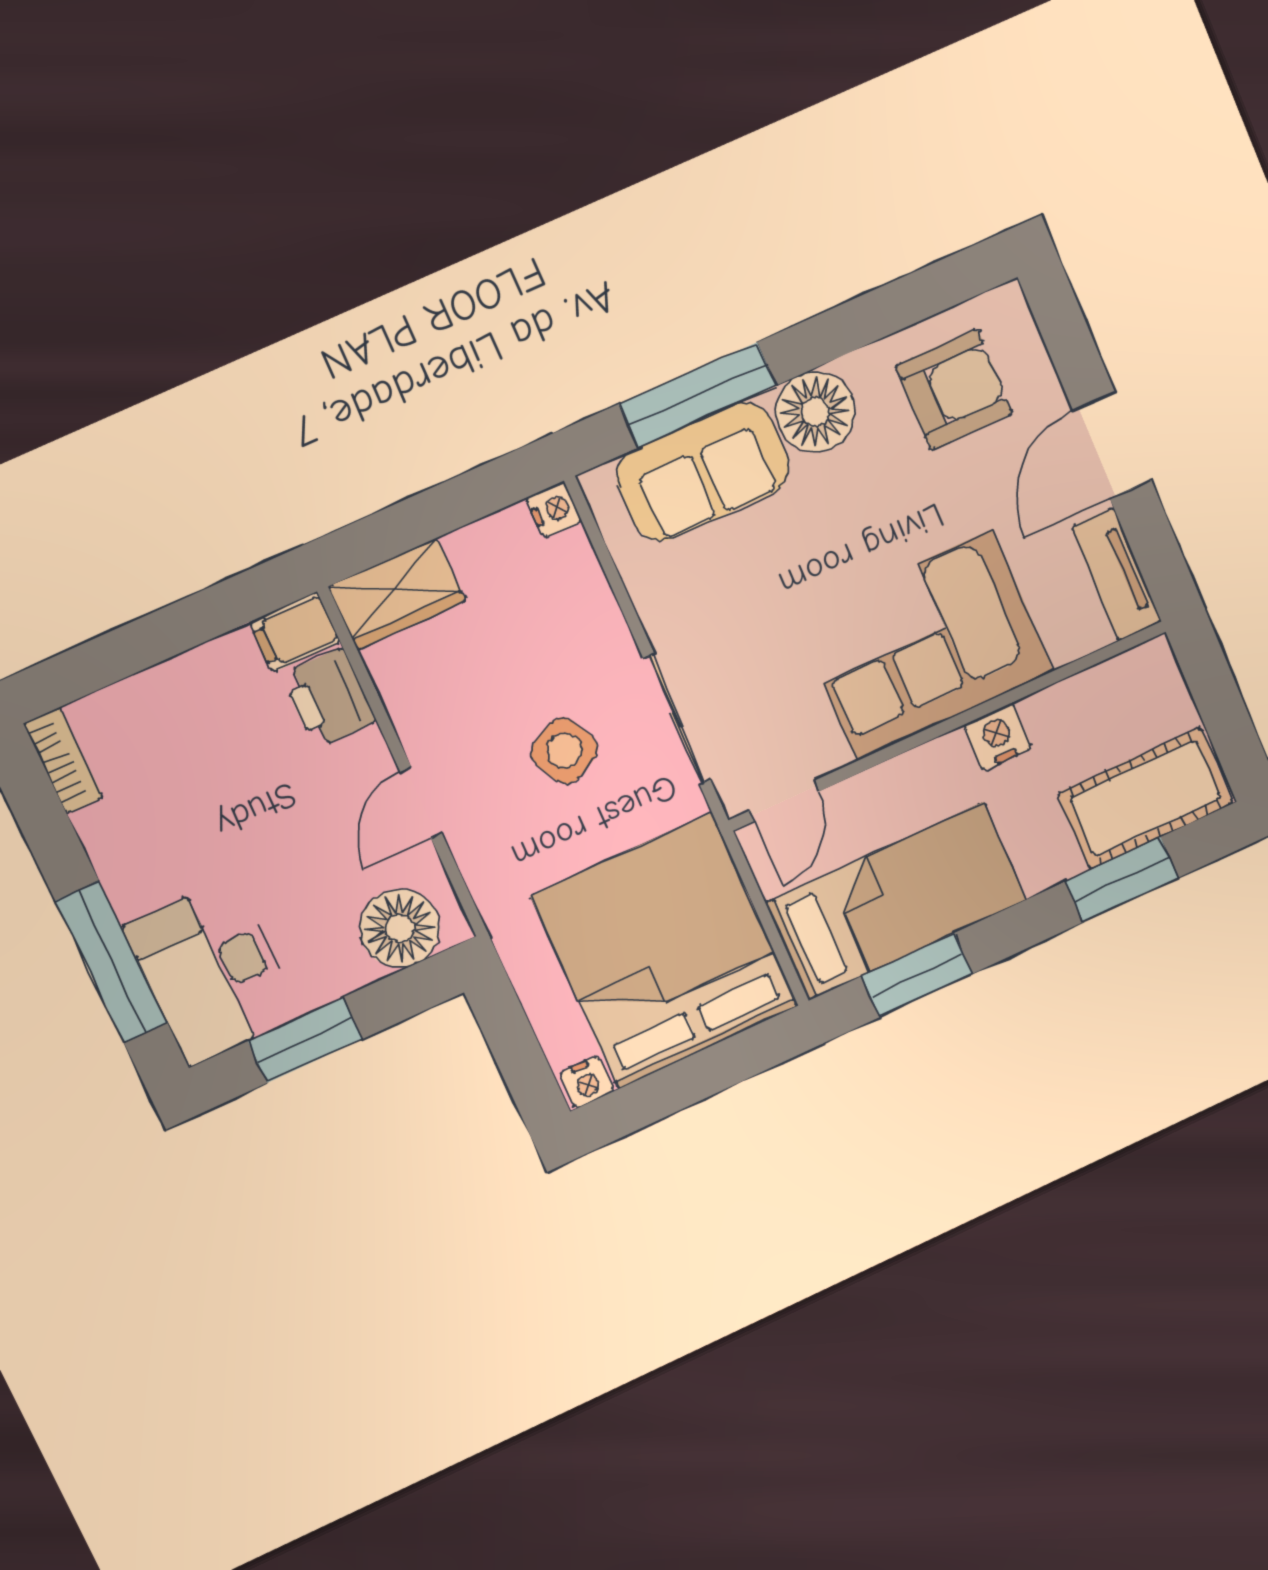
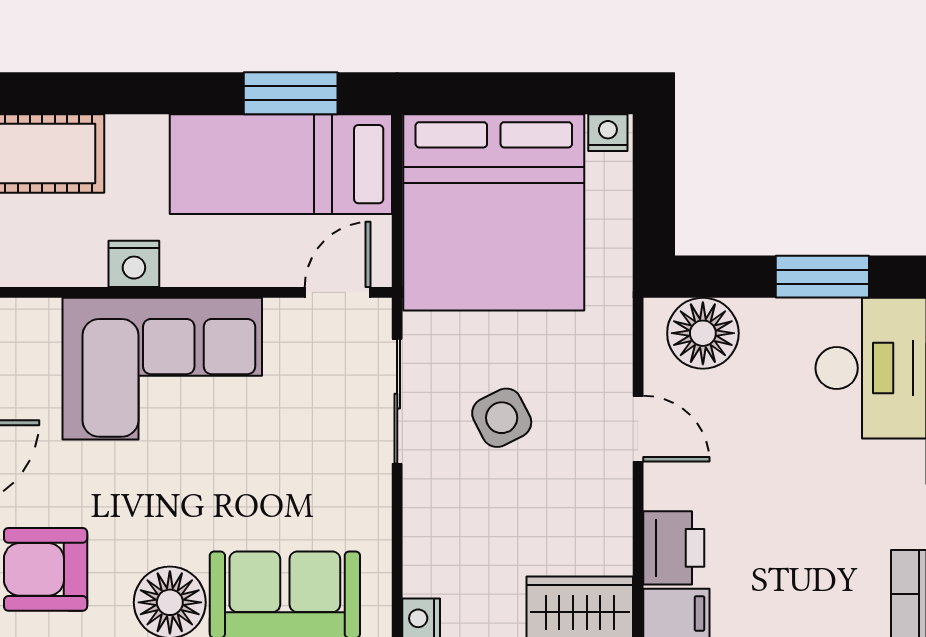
door: (421, 803) -> (638, 429), hinge flipped
window: (1122, 880) -> (80, 93), removed

